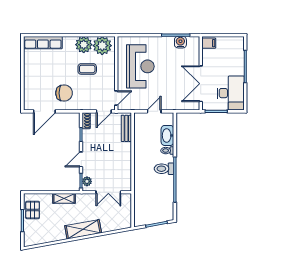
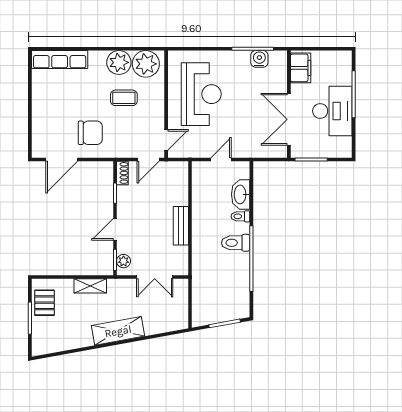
filing cabinet: (209, 43) -> (301, 68), width x2.00
desk: (231, 93) -> (332, 111), moved
bench: (126, 128) -> (181, 226), moved

